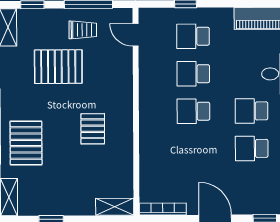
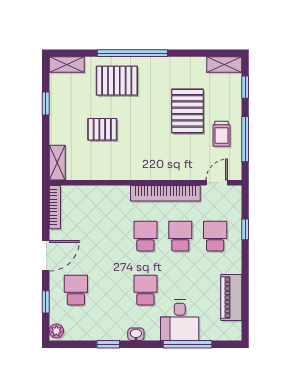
bookcase: (147, 90) -> (165, 193), added
pallet: (93, 129) -> (102, 129), moved
school desk: (252, 148) -> (76, 290), moved

